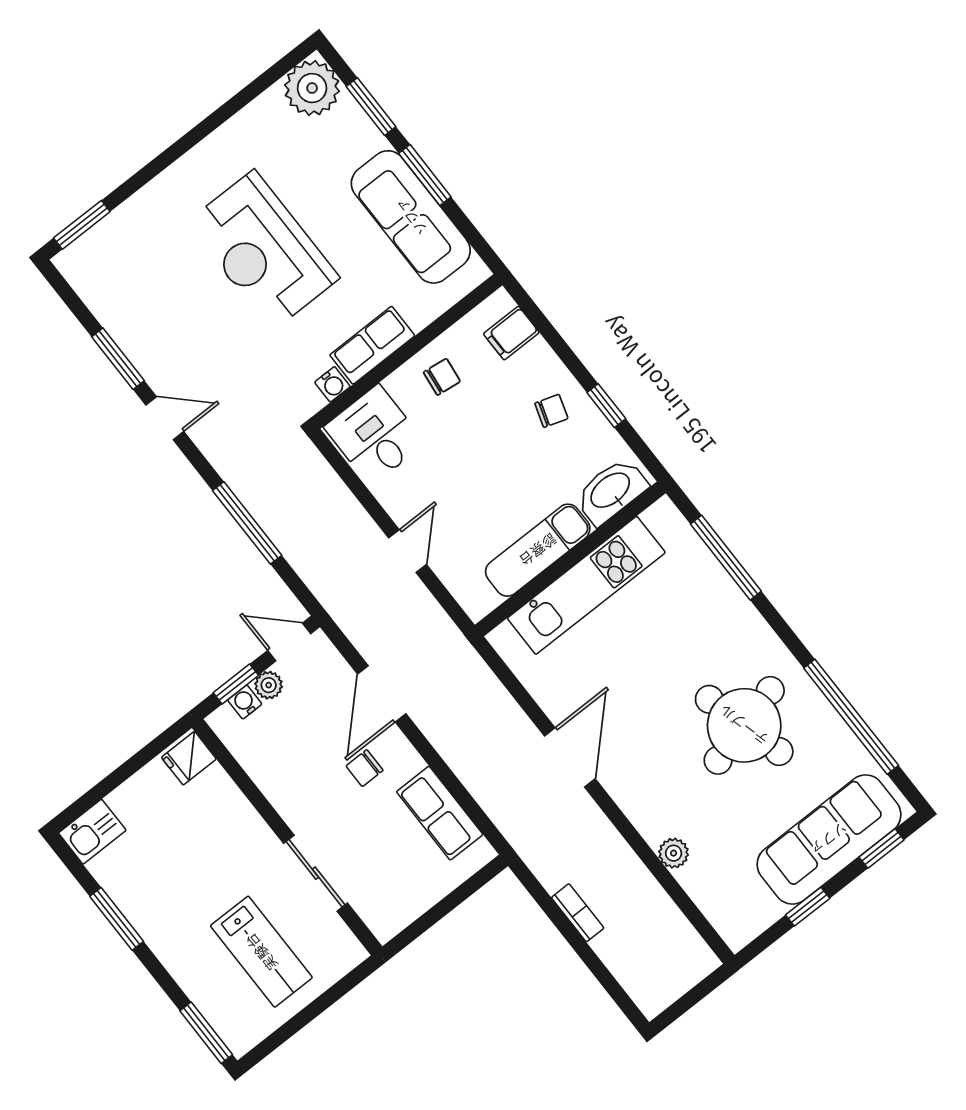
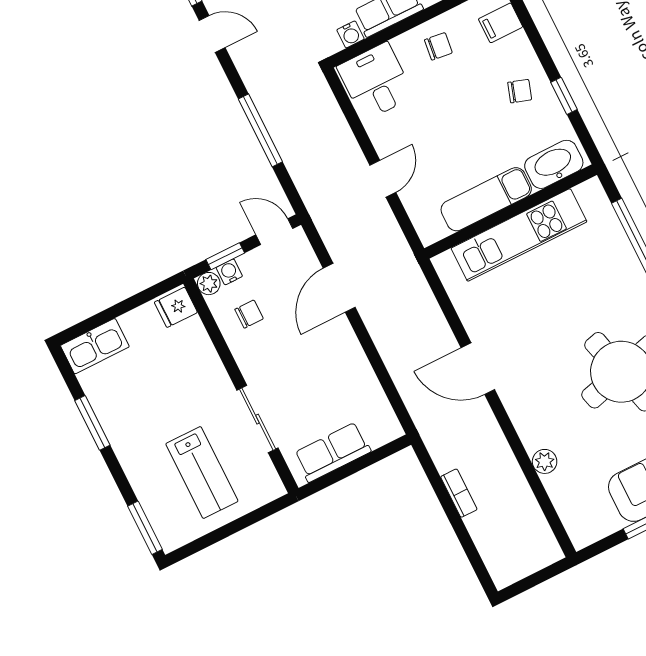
plant: (269, 685) -> (209, 284), moved
door: (570, 757) -> (478, 369), swing flipped
chair: (365, 768) -> (249, 314), moved, turned 180
row of seats: (440, 813) -> (332, 452), moved, turned 90
kitchen sink: (92, 832) -> (95, 346), width x1.38

